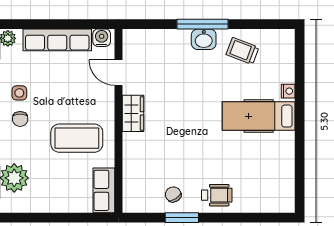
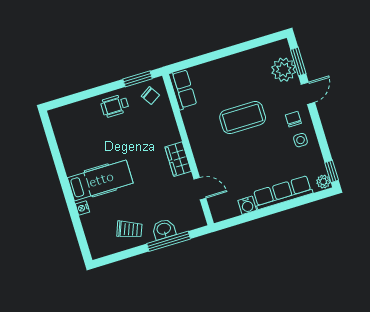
door: (119, 73) -> (200, 189), moved
wardrobe: (133, 113) -> (178, 159), moved
wall: (119, 121) -> (188, 149), moved
row of seats: (104, 190) -> (183, 89), moved

